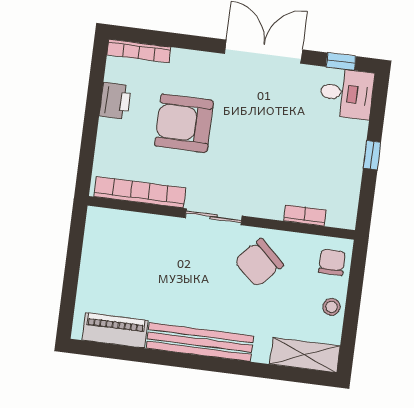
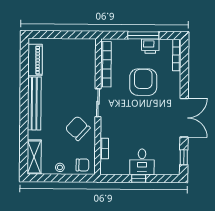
desk: (347, 94) -> (142, 162), moved
window: (92, 112) -> (143, 35), added

